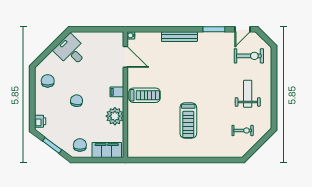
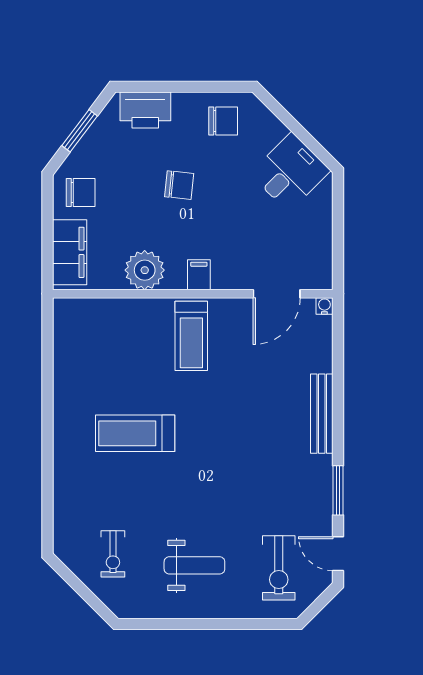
printer: (40, 121) -> (145, 110), width x1.87, depth x1.48

